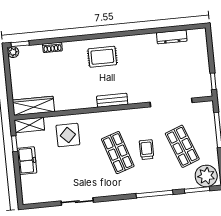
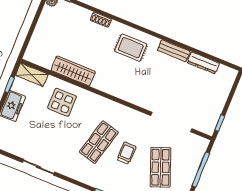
shoe rack: (52, 47) -> (101, 20), moved
bench: (112, 100) -> (174, 51), moved
wardrobe: (33, 106) -> (73, 71), moved
shop shelf: (118, 153) -> (99, 142), turned 33

